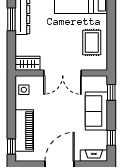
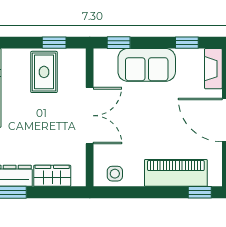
rug: (92, 42) -> (44, 72), turned 90
window: (111, 49) -> (54, 43), added
wardrobe: (28, 63) -> (52, 176), moved, turned 90

